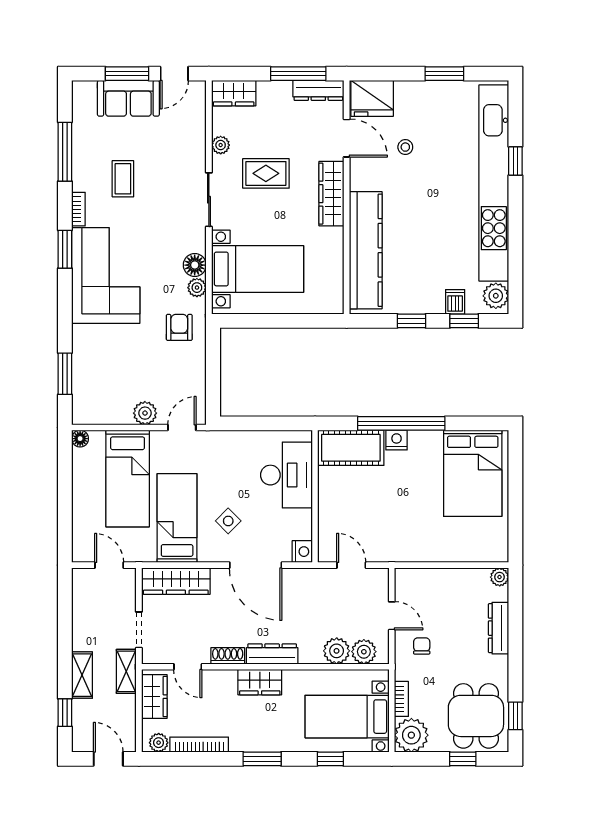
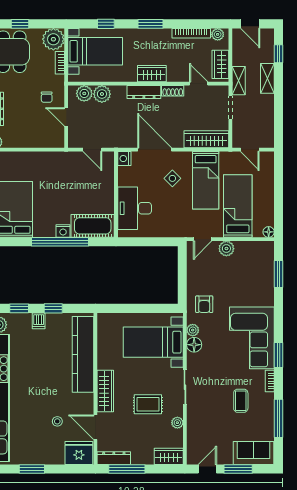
sofa: (128, 98) -> (253, 453), moved
dishwasher: (455, 302) -> (39, 321), moved

